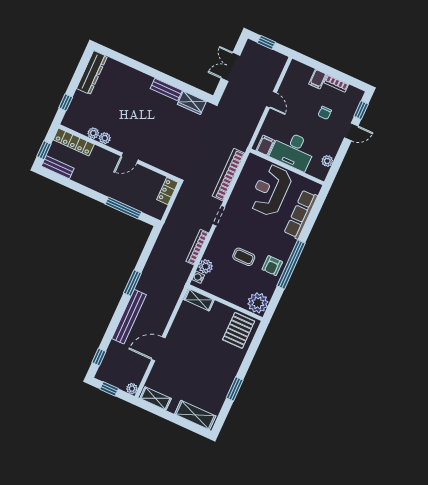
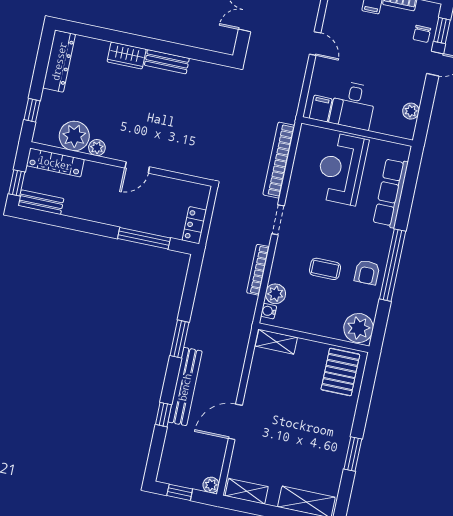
wardrobe: (192, 103) -> (127, 55), moved
chair: (325, 113) -> (422, 34), moved
plant: (93, 133) -> (74, 136), width x1.88, depth x1.88
desk: (293, 150) -> (353, 105), width x0.73
locker: (167, 191) -> (194, 225), moved
window: (99, 357) -> (163, 415), moved

